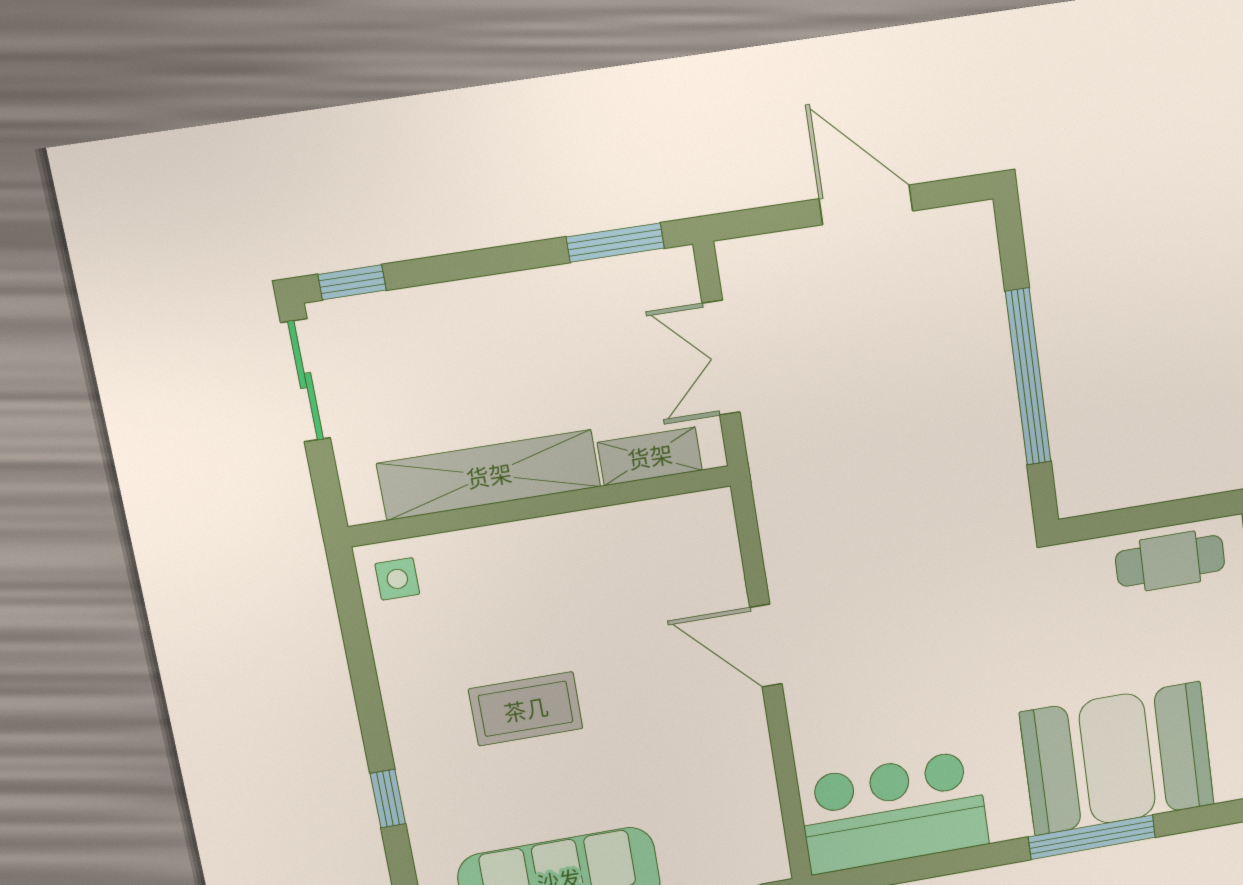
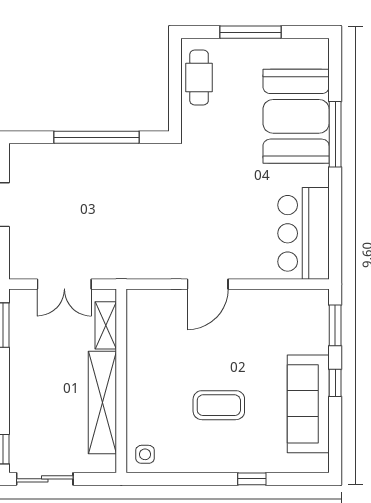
coffee table: (526, 709) -> (219, 405), turned 90

